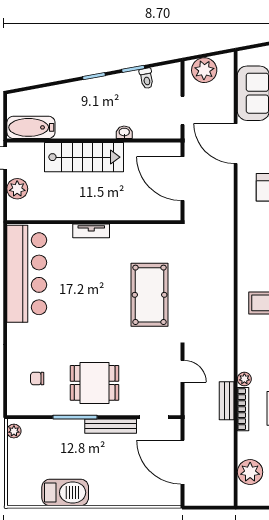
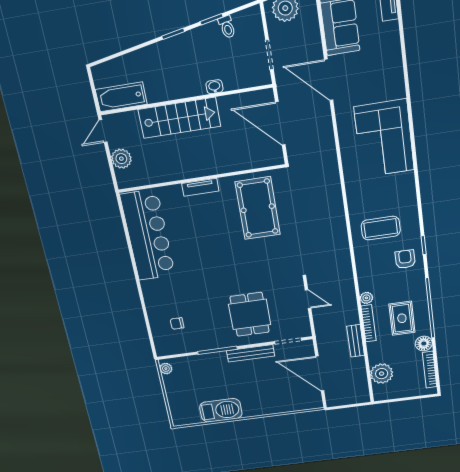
pool table: (150, 295) -> (258, 208), moved
dining table: (95, 383) -> (250, 314), moved, turned 90
bench: (227, 401) -> (356, 341), moved

